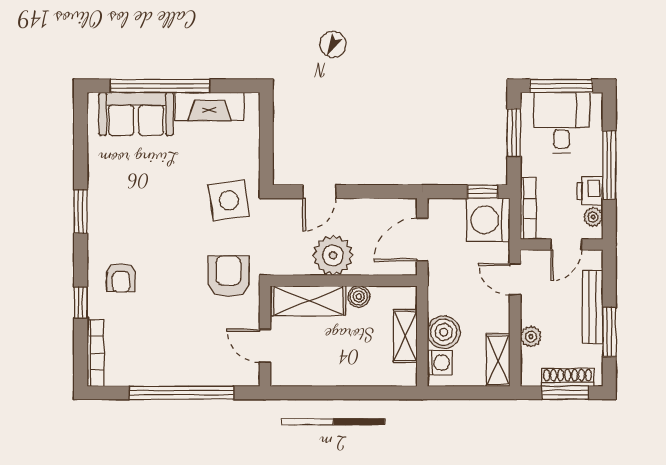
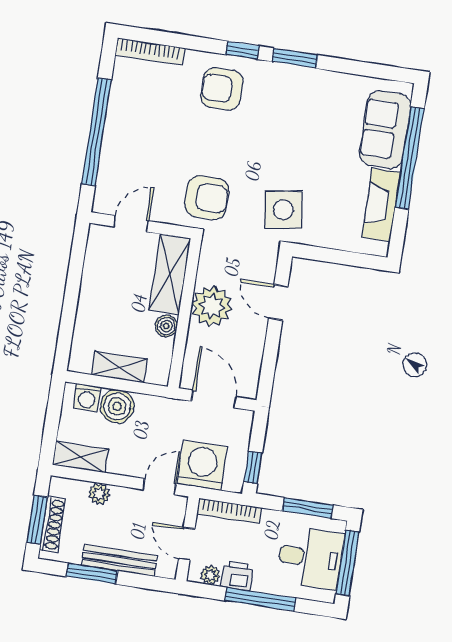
washing machine: (488, 220) -> (202, 465), moved
armchair: (121, 278) -> (222, 89), width x1.38, depth x1.38
window: (81, 302) -> (242, 50), moved

